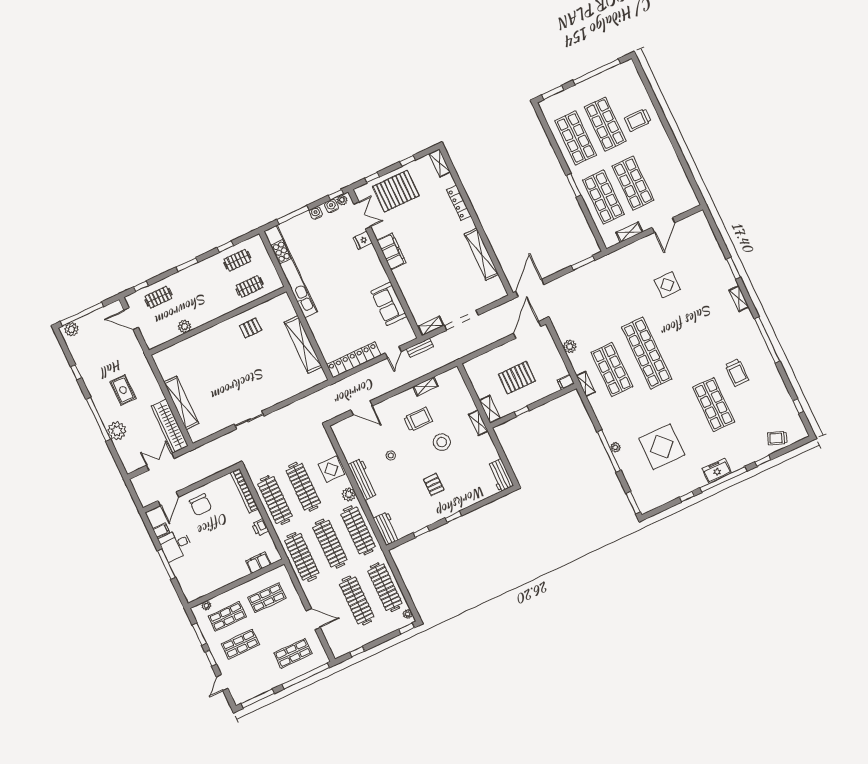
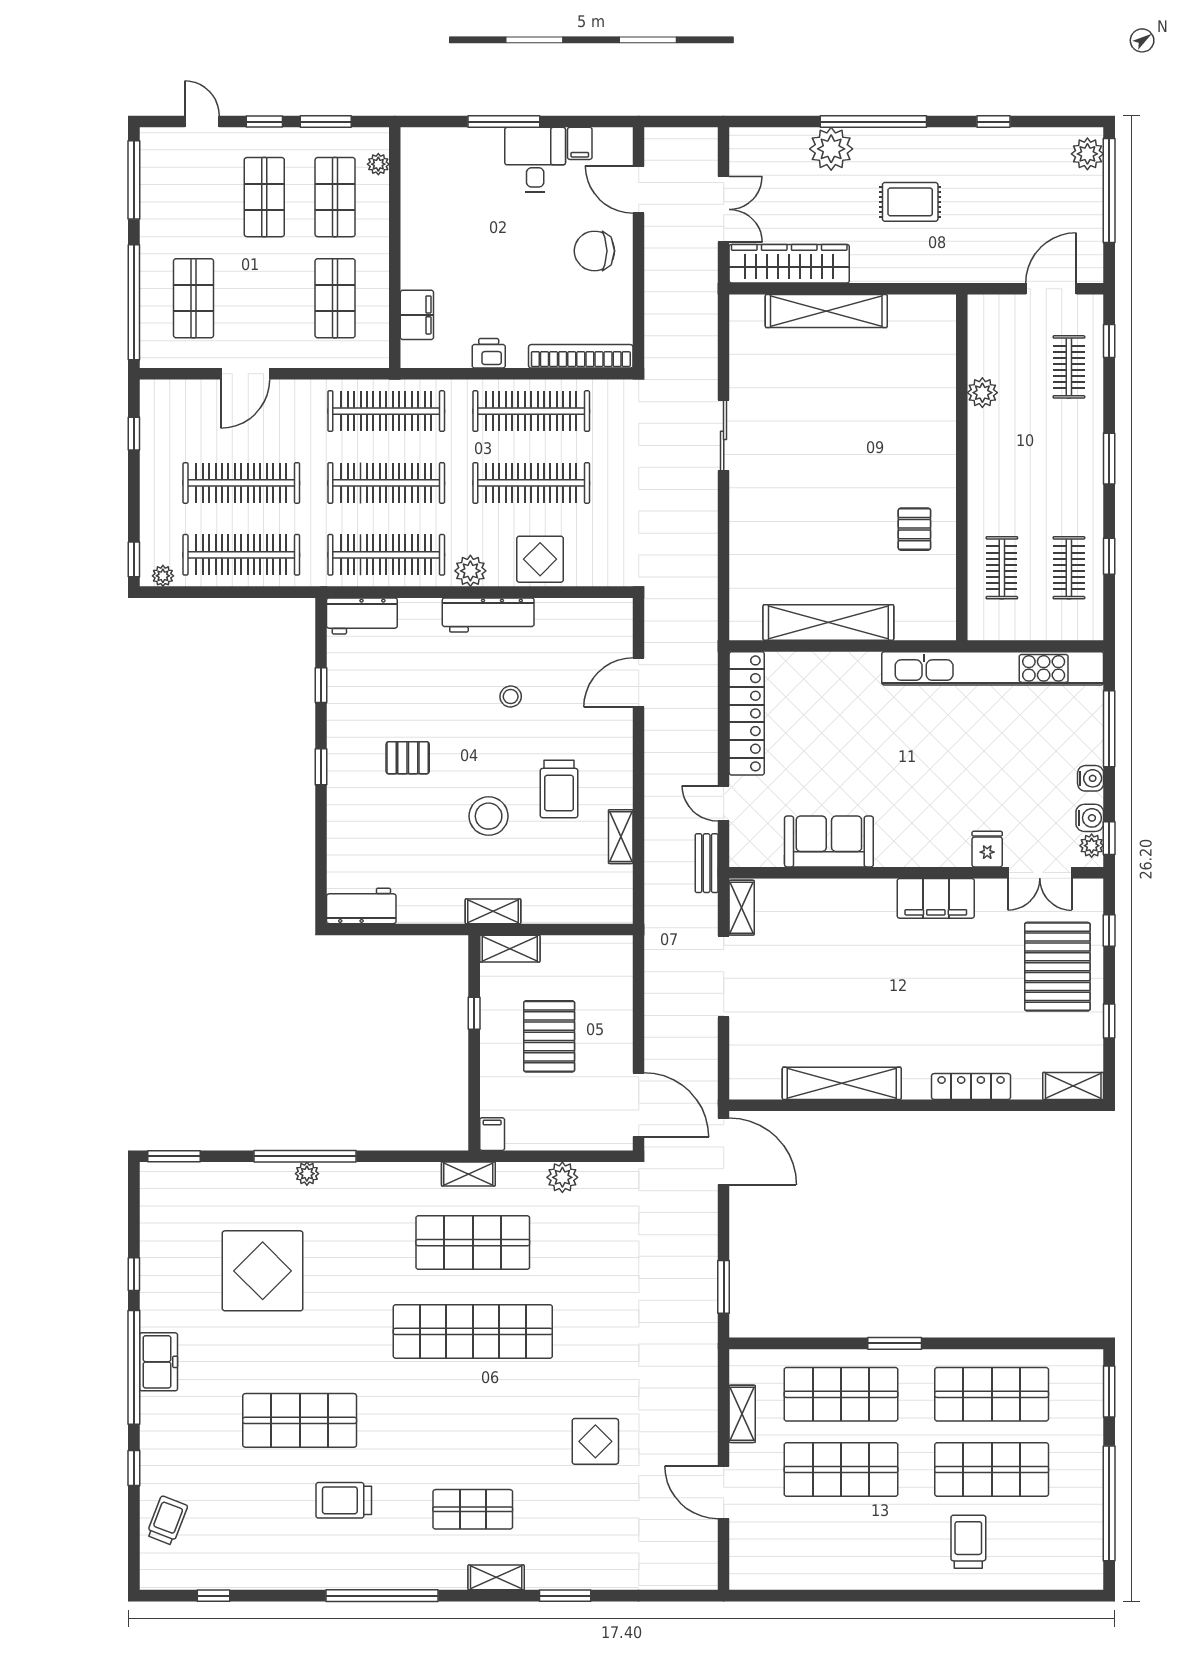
shop shelf: (717, 320) -> (473, 1509), added

